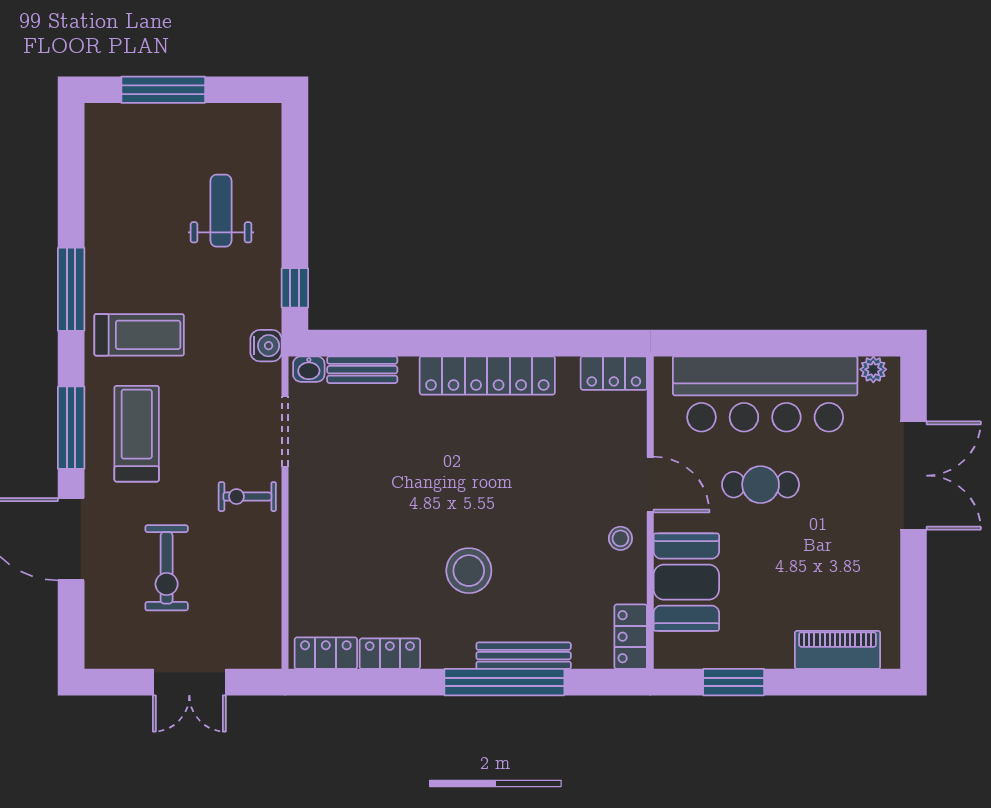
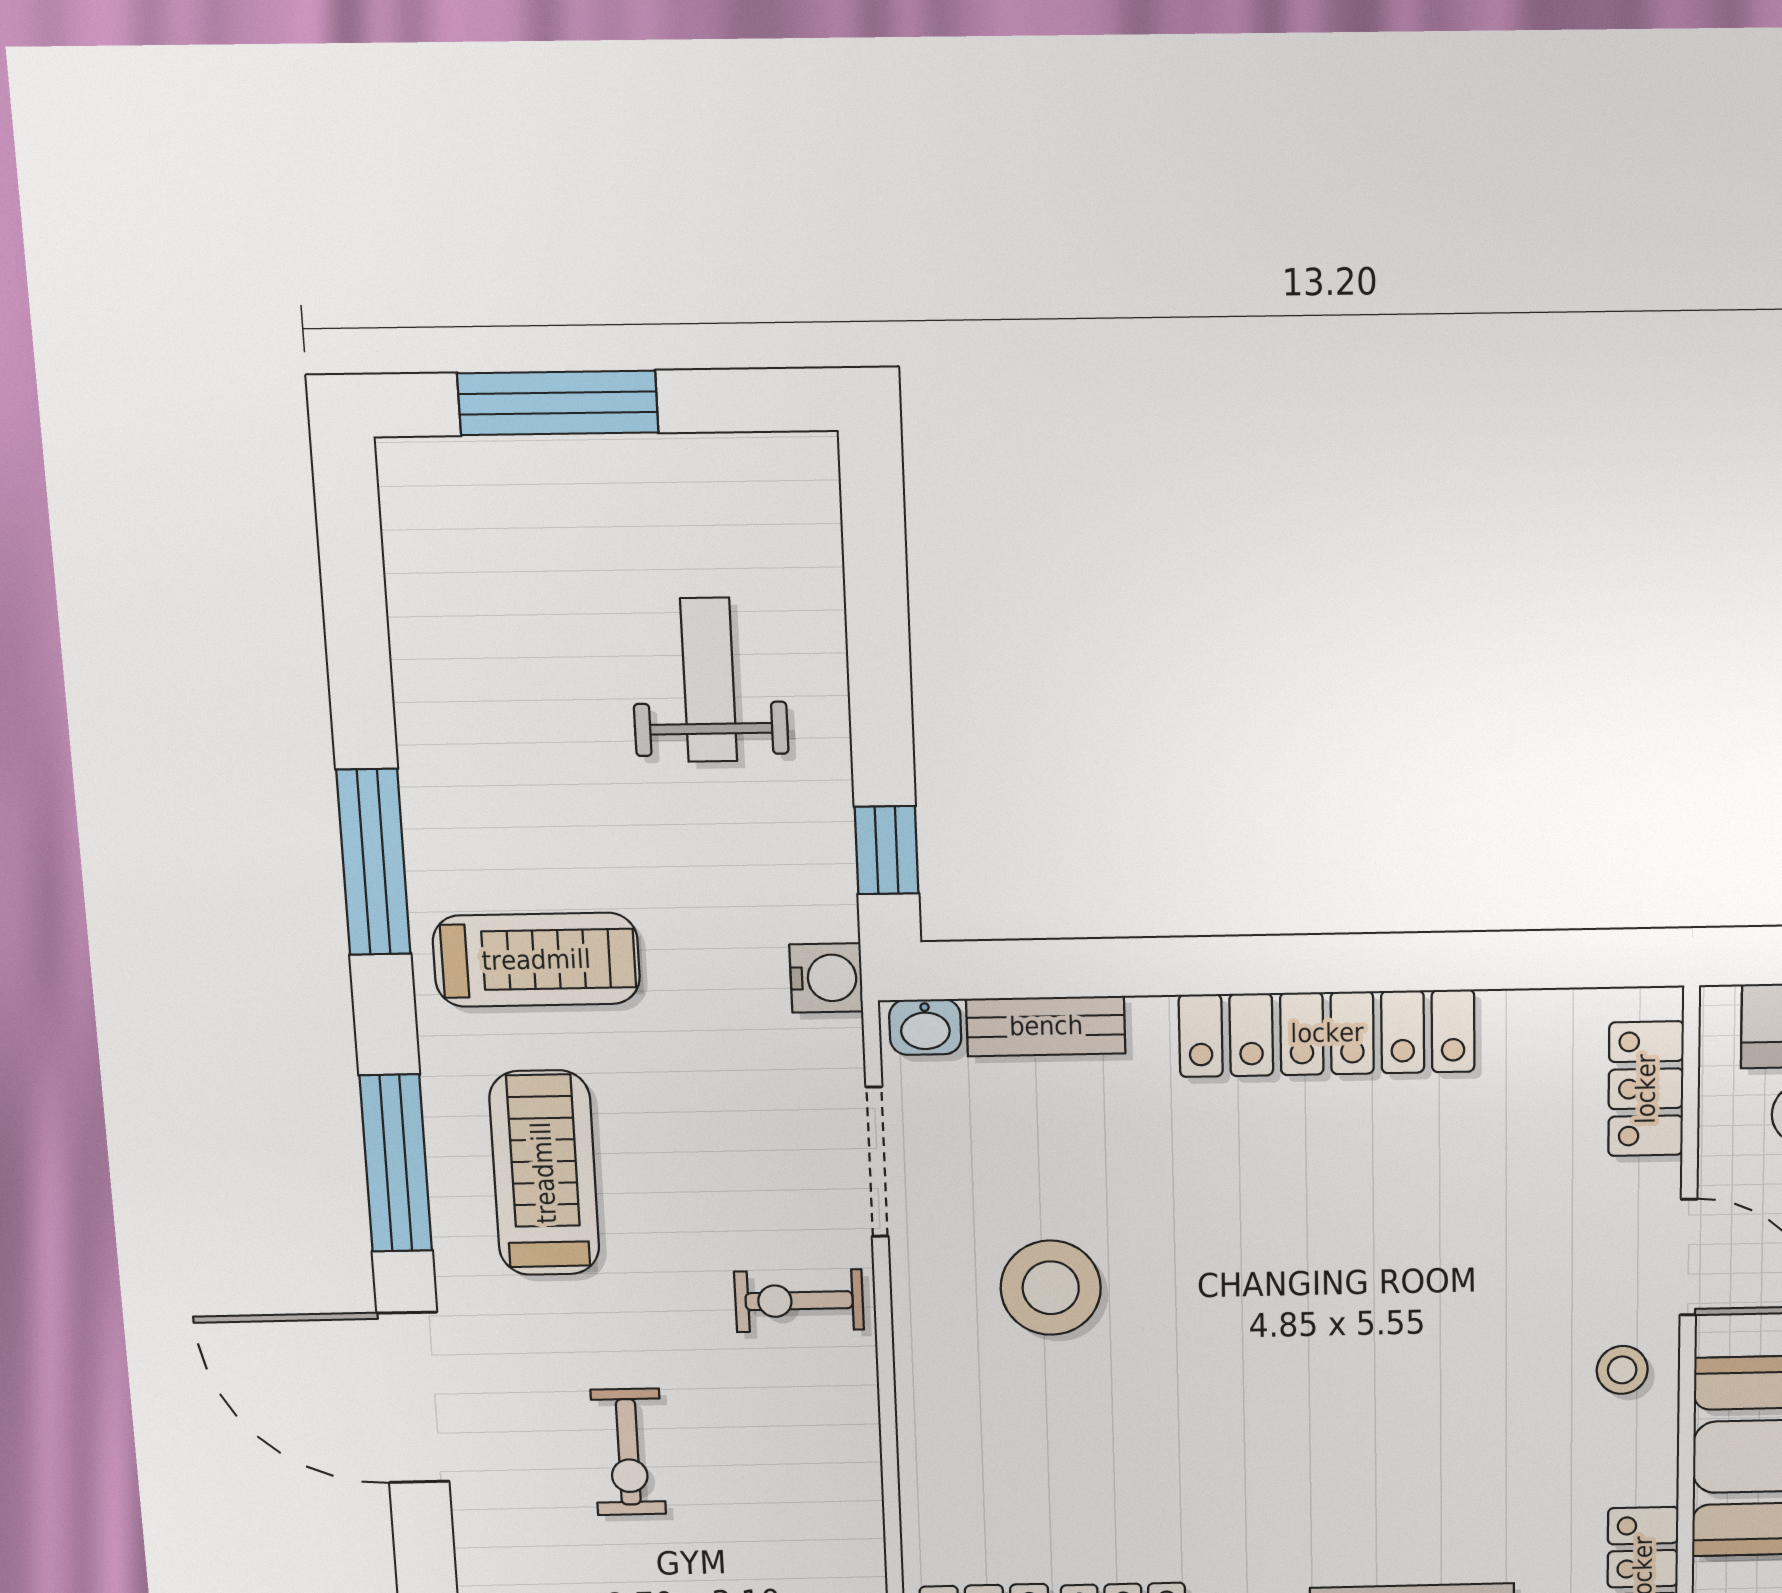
locker: (614, 373) -> (1646, 1089), moved, turned 90
exercise bike: (167, 568) -> (628, 1452), width x0.73, depth x0.72
stool: (469, 571) -> (1051, 1288), moved

